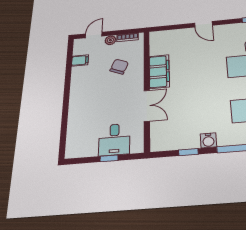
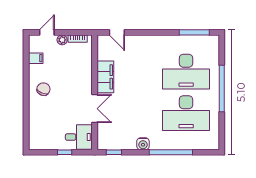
door: (203, 24) -> (117, 32), moved
chair: (119, 67) -> (43, 89), moved
desk: (114, 139) -> (79, 137), moved, turned -90
window: (188, 152) -> (114, 152), moved

